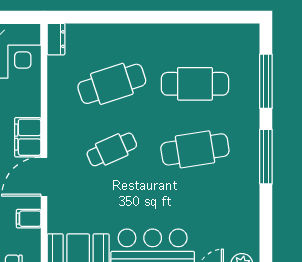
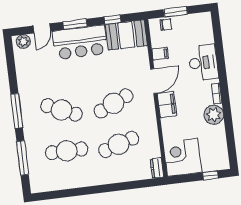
cafe table: (112, 149) -> (114, 103), width x1.37, depth x1.35
cafe table: (195, 149) -> (62, 110), turned 33

